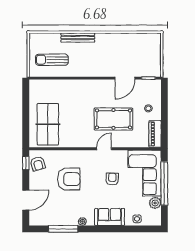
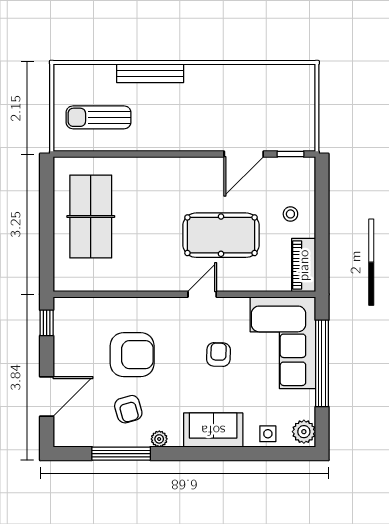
table tennis table: (48, 124) -> (91, 216), moved
armchair: (38, 164) -> (128, 409), moved
plant: (155, 203) -> (304, 432), moved

